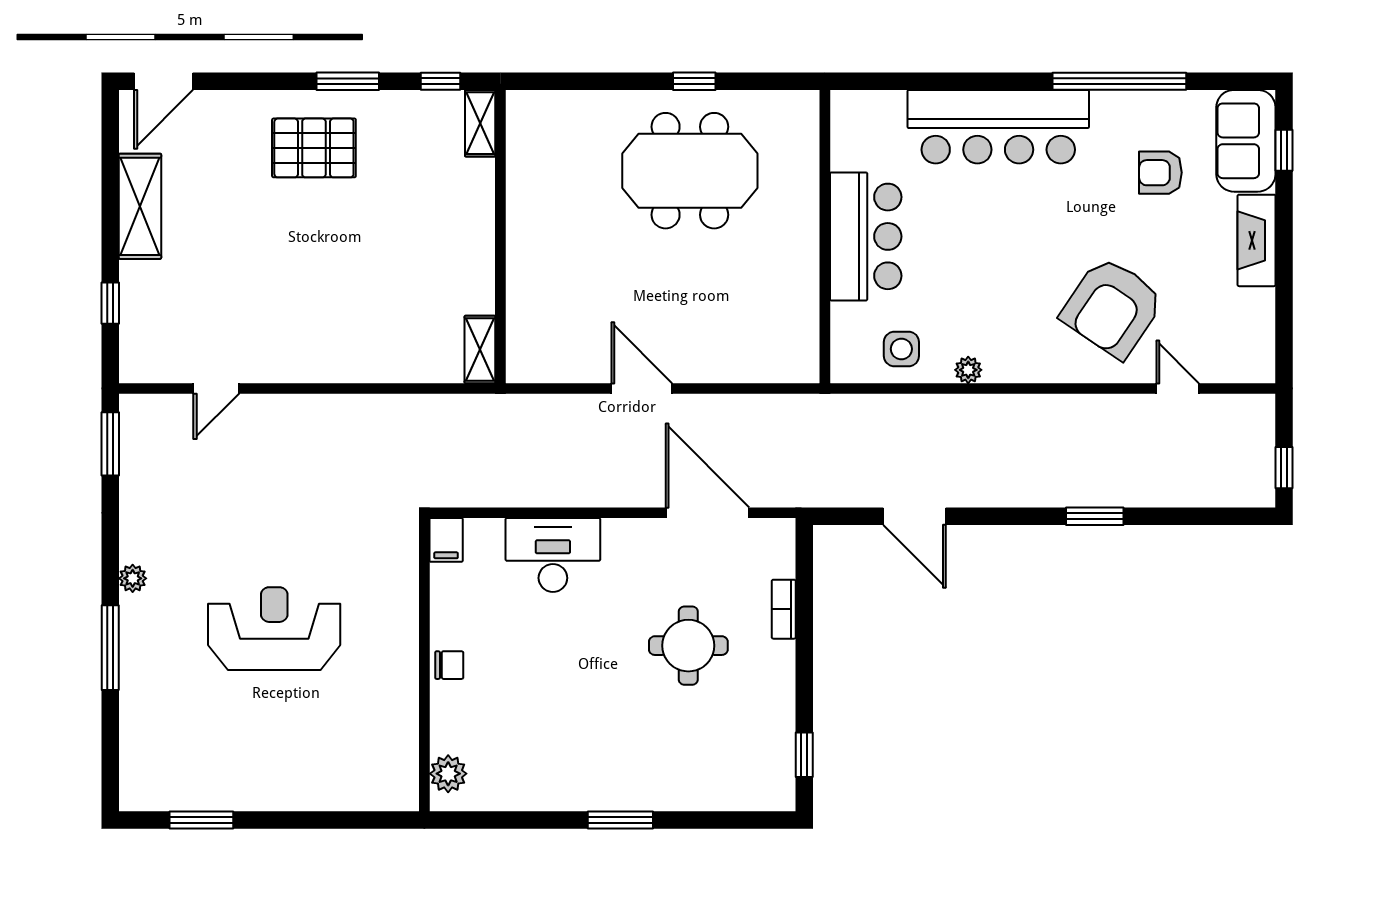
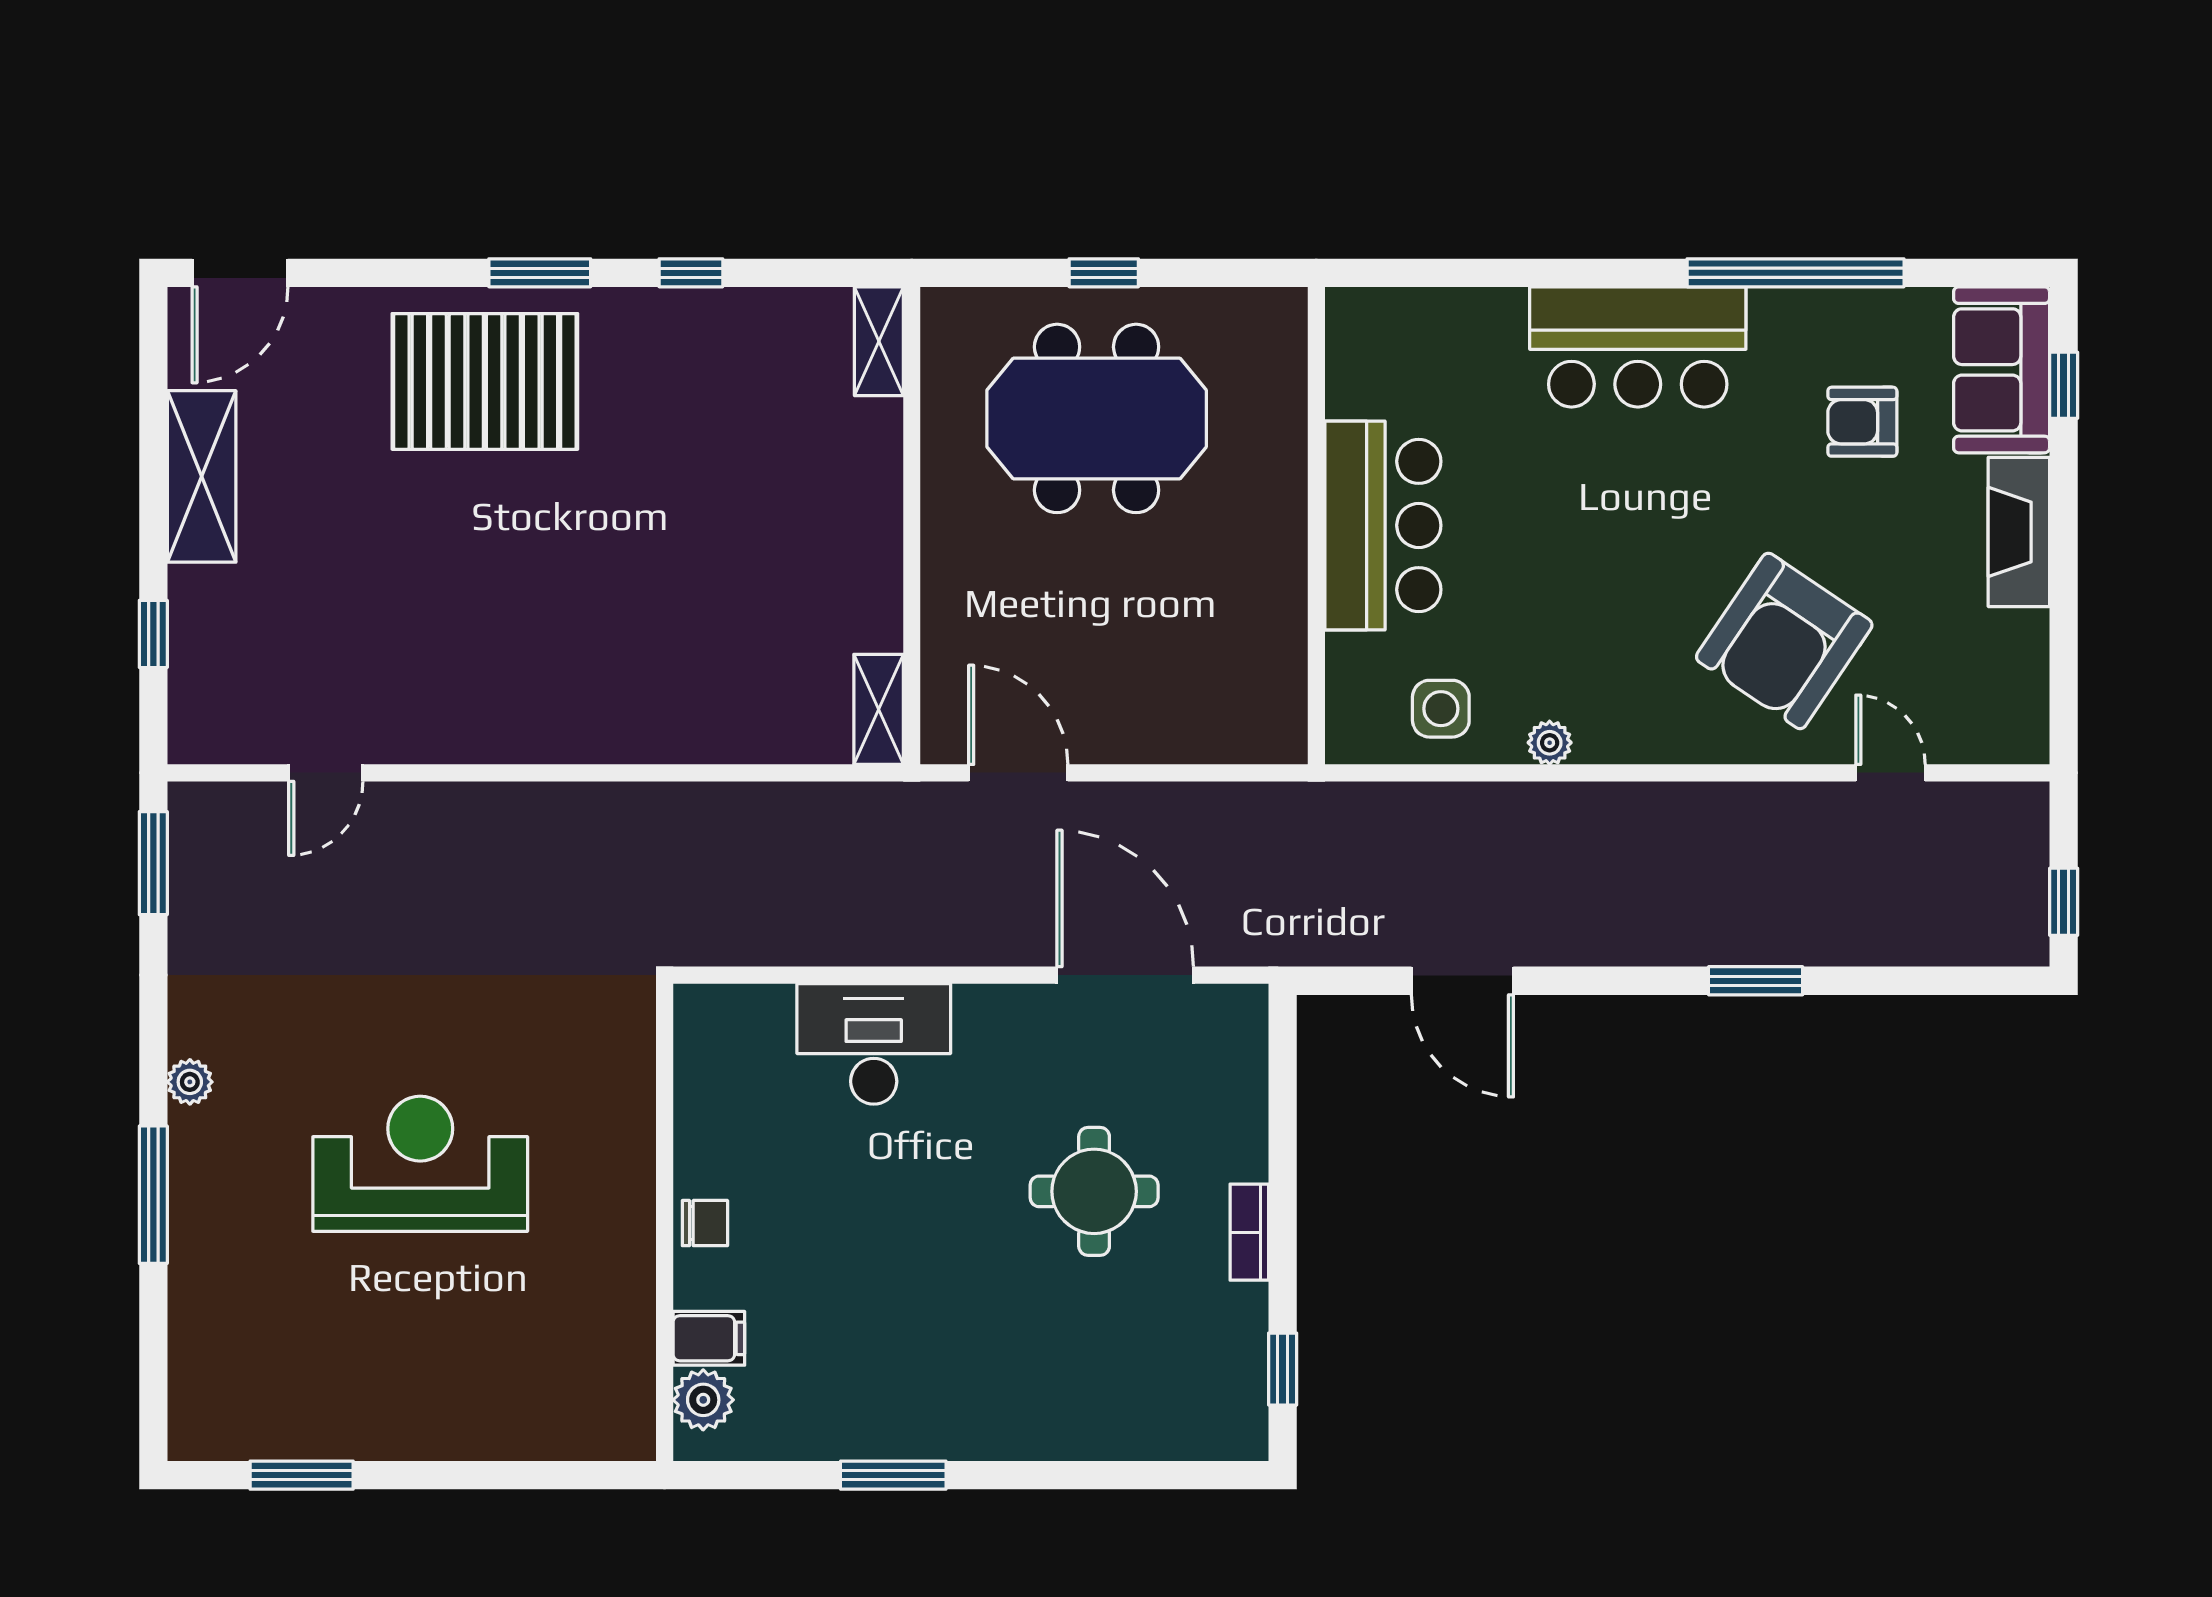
shelving: (480, 123) -> (879, 341), moved
bar counter: (998, 127) -> (1638, 347), width x0.73
pallet: (314, 148) -> (485, 381), width x1.37, depth x1.41
wall: (500, 237) -> (912, 526), moved
shelving: (480, 349) -> (879, 709), moved
filing cabinet: (446, 540) -> (709, 1338), moved, turned -90
bookcase: (784, 609) -> (1249, 1232), moved
window: (620, 820) -> (893, 1475), moved

